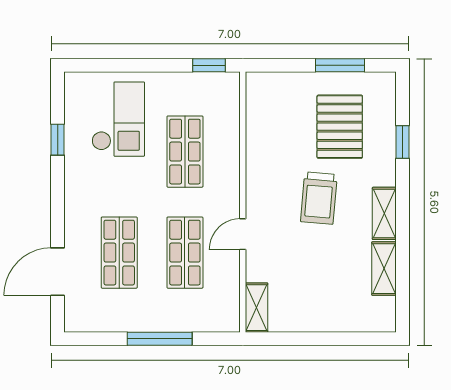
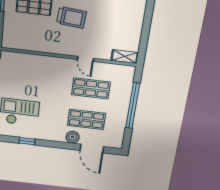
shop shelf: (185, 152) -> (39, 82), removed
plant: (78, 230) -> (73, 137), added
window: (160, 339) -> (133, 106), width x1.46

